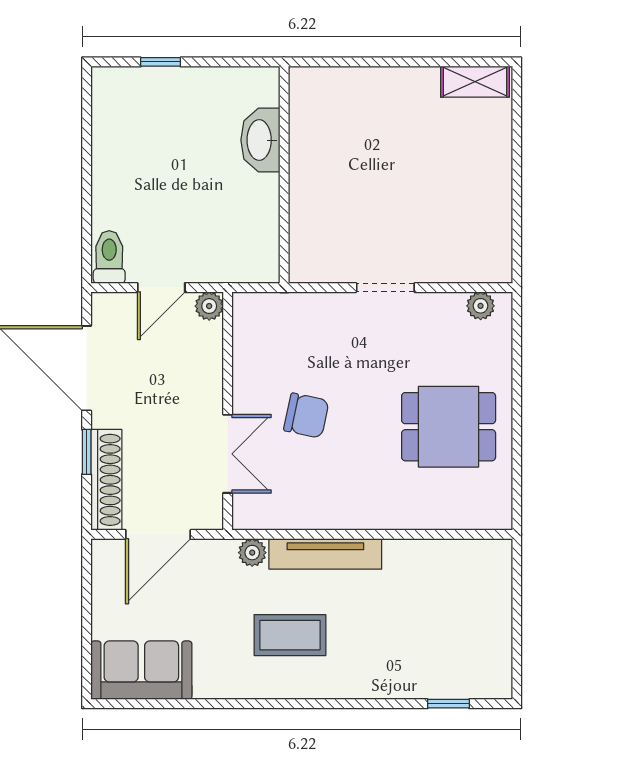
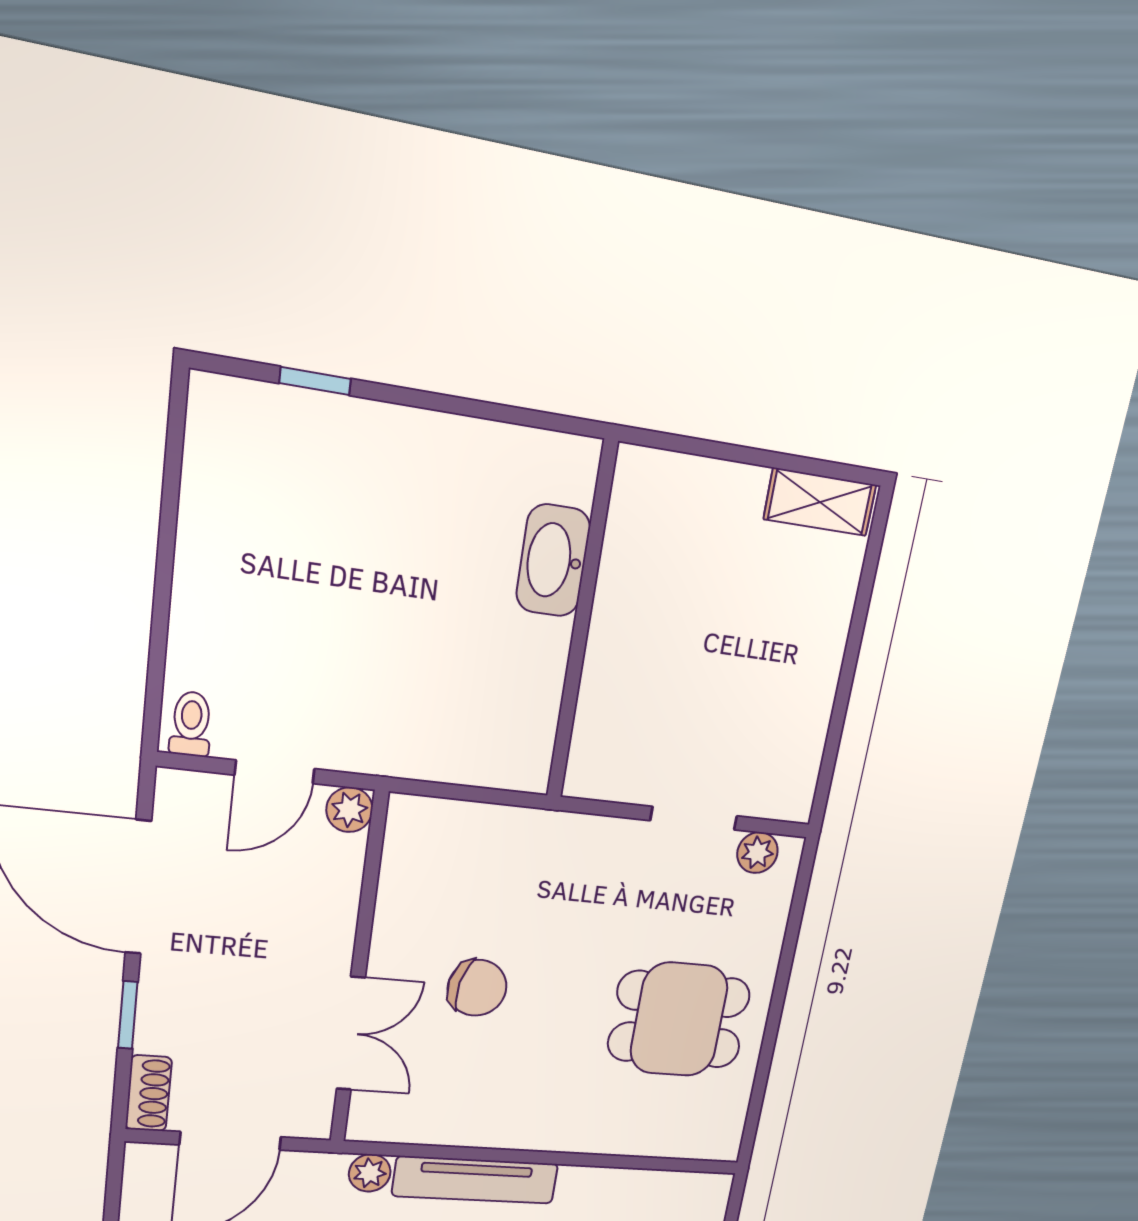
washbasin: (260, 140) -> (553, 561), moved
wall: (284, 175) -> (582, 624), moved
toilet: (109, 257) -> (191, 724), width x0.73, depth x0.72
doorway: (385, 288) -> (694, 818), moved
shoe rack: (106, 480) -> (149, 1093), width x0.51, depth x0.81

